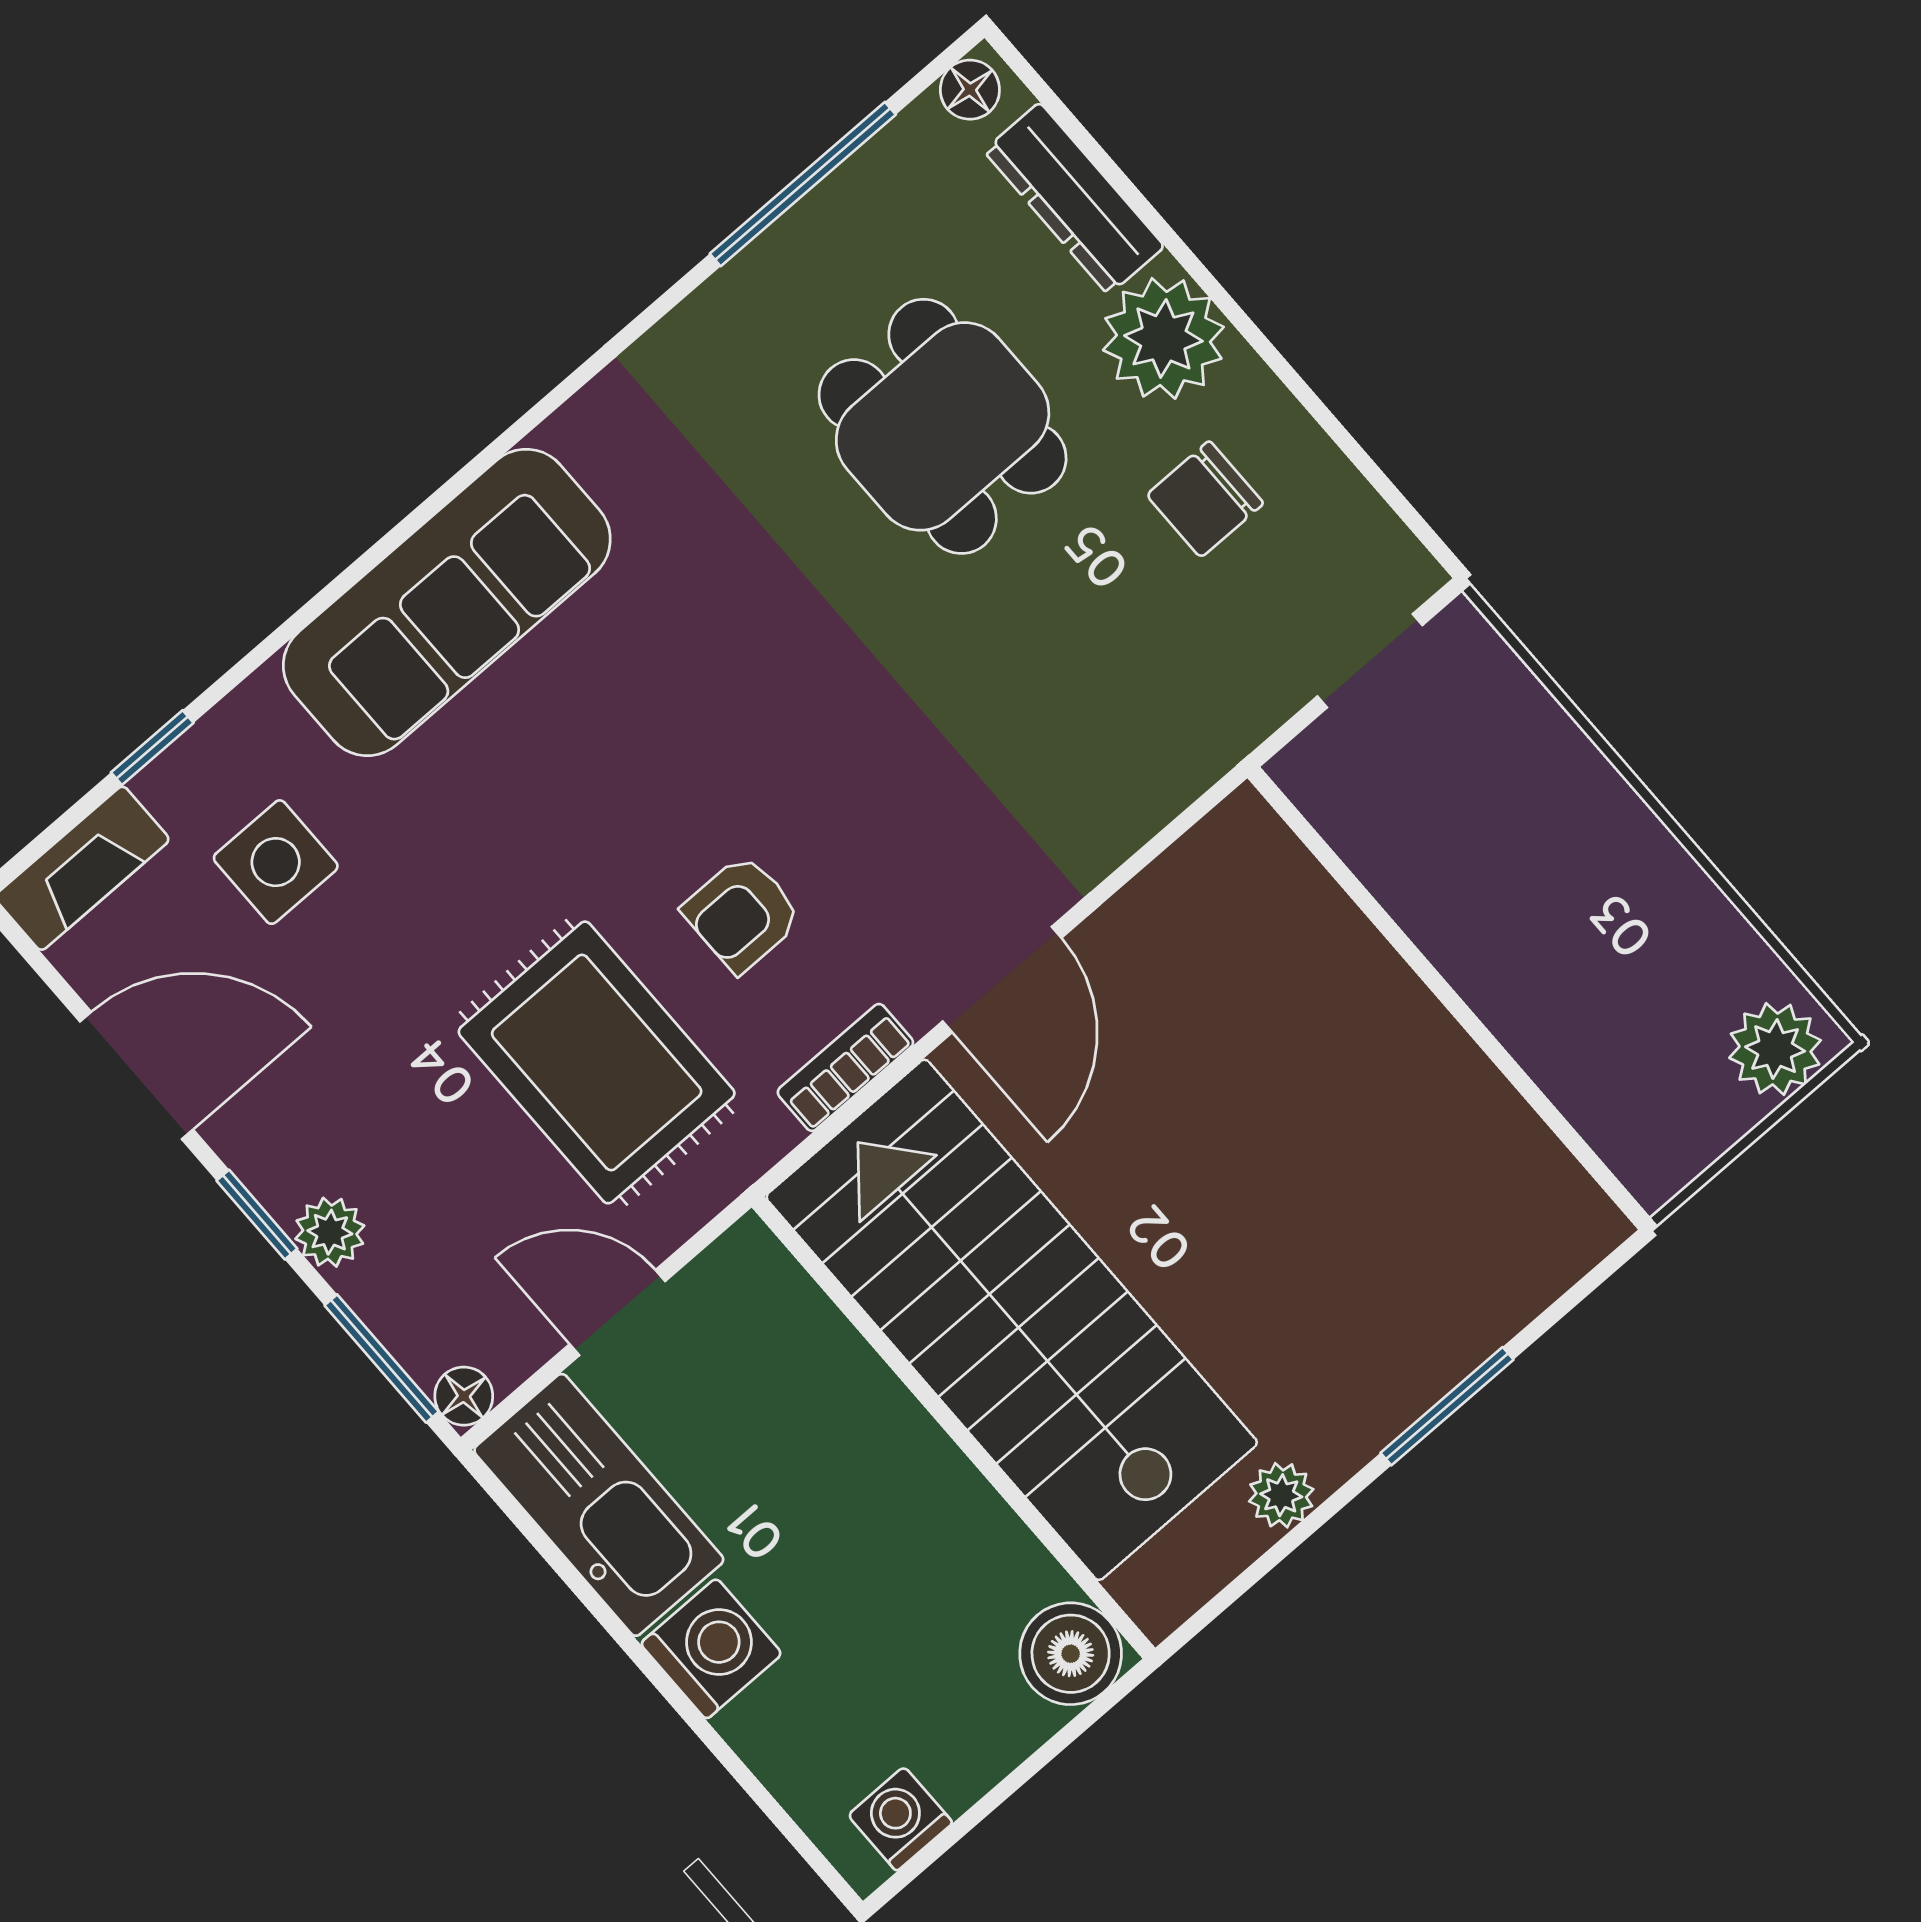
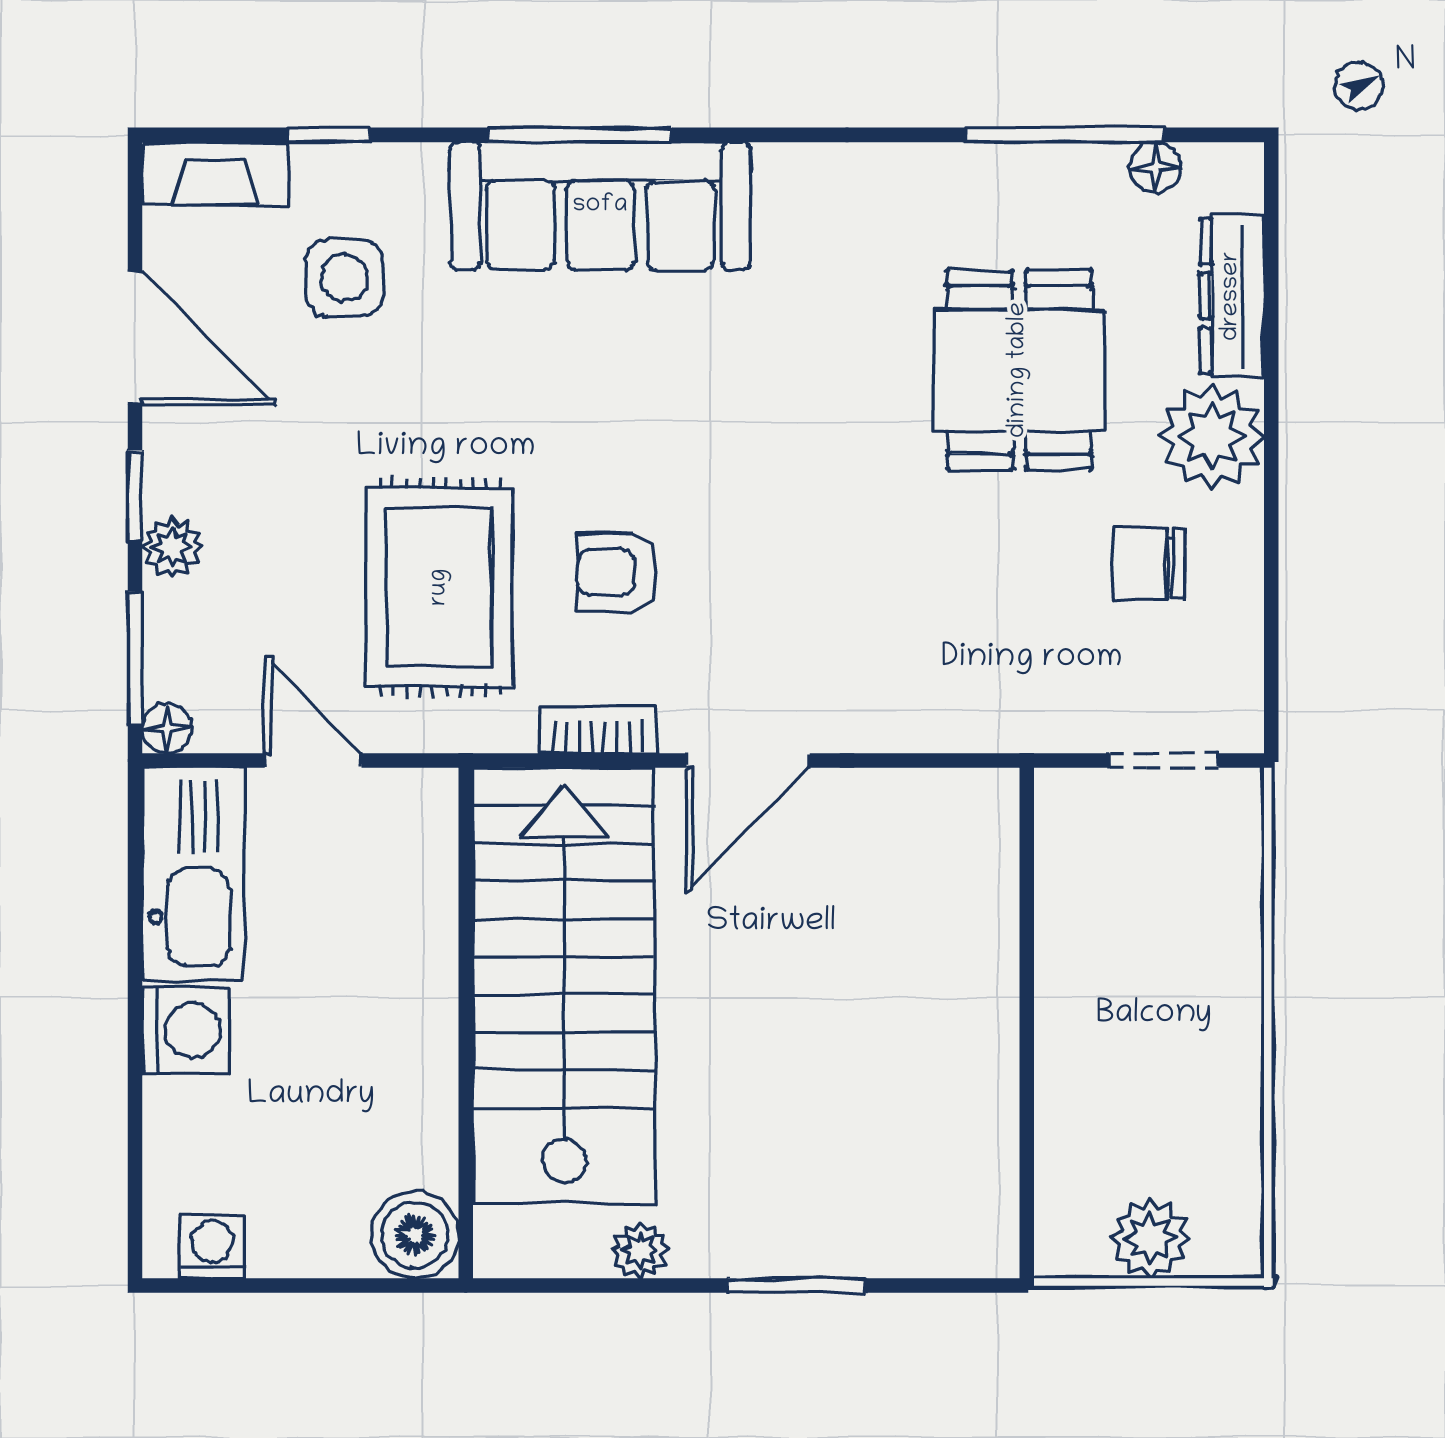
floor lamp: (970, 90) -> (1155, 167), moved
window: (374, 555) -> (580, 135), added
plant: (1775, 1049) -> (1150, 1238), moved

